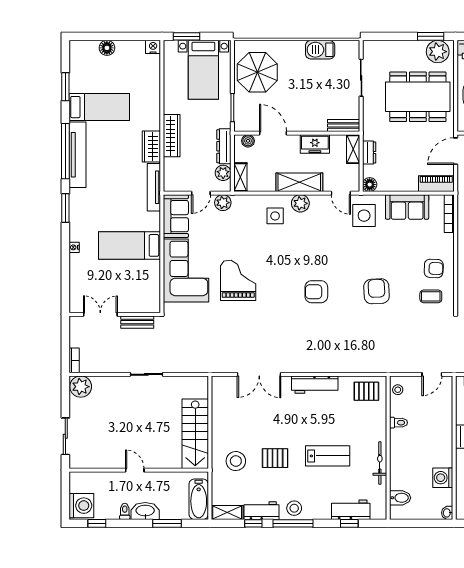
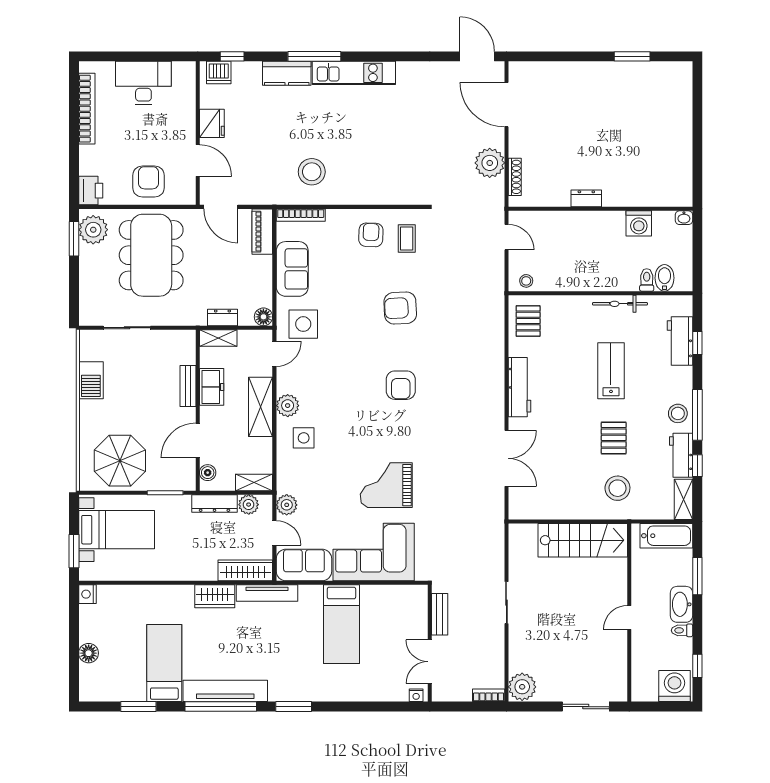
bench: (344, 125) -> (188, 386), moved
wardrobe: (172, 136) -> (245, 570), moved
nightstand: (74, 247) -> (416, 695), moved
toilet: (398, 423) -> (647, 280), moved

